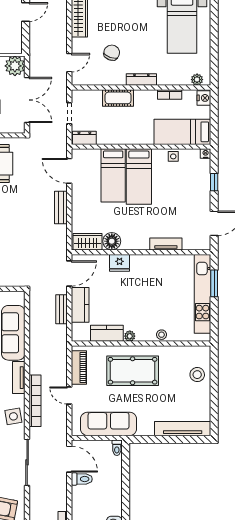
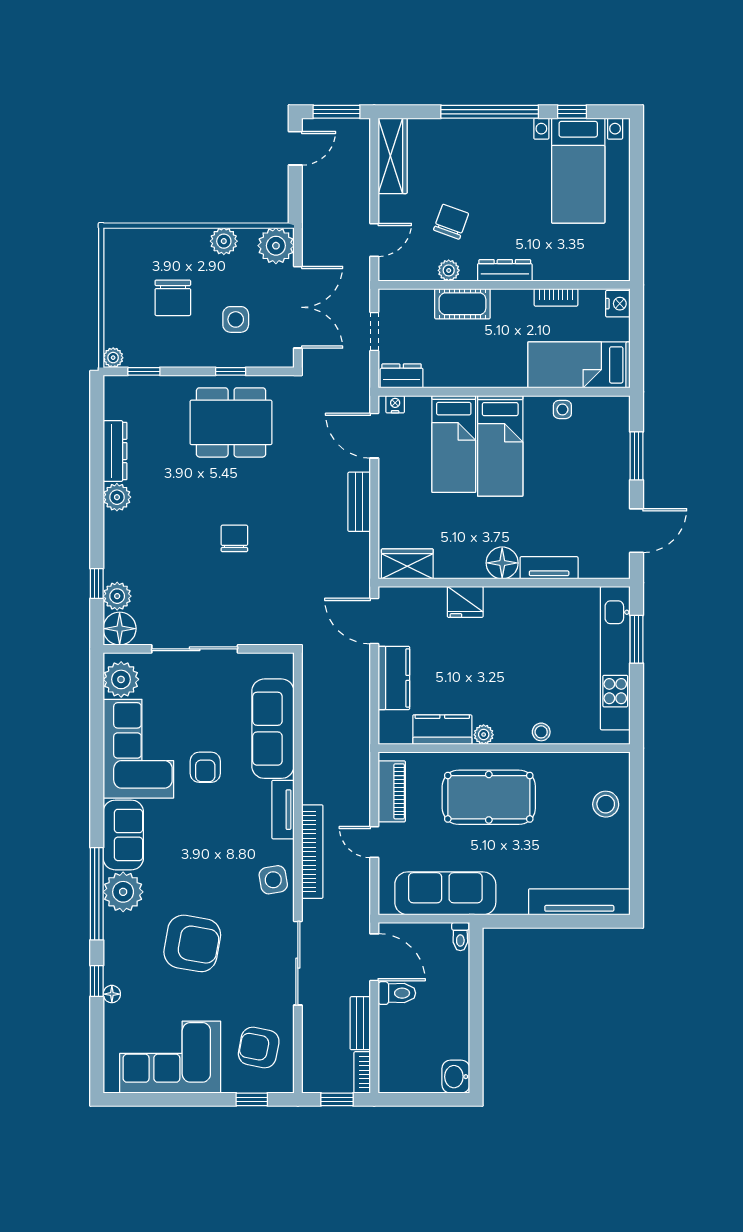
plant: (197, 80) -> (449, 270), moved
nightstand: (206, 154) -> (395, 404), moved
window: (214, 182) -> (636, 456), width x1.50
floor lamp: (112, 241) -> (502, 563), moved
door: (69, 273) -> (374, 621), swing flipped
bench: (62, 309) -> (360, 1023), moved

